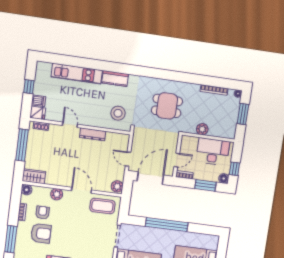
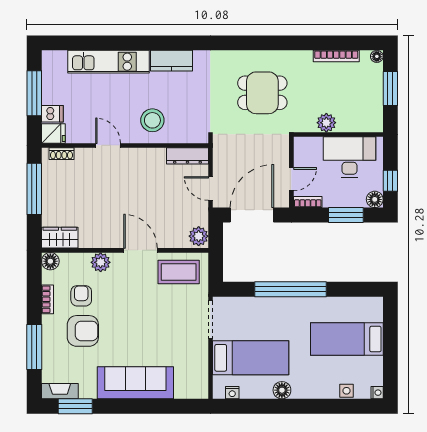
window: (29, 87) -> (34, 93), width x2.17
stool: (118, 113) -> (152, 120), moved
dresser: (93, 134) -> (187, 156), moved

